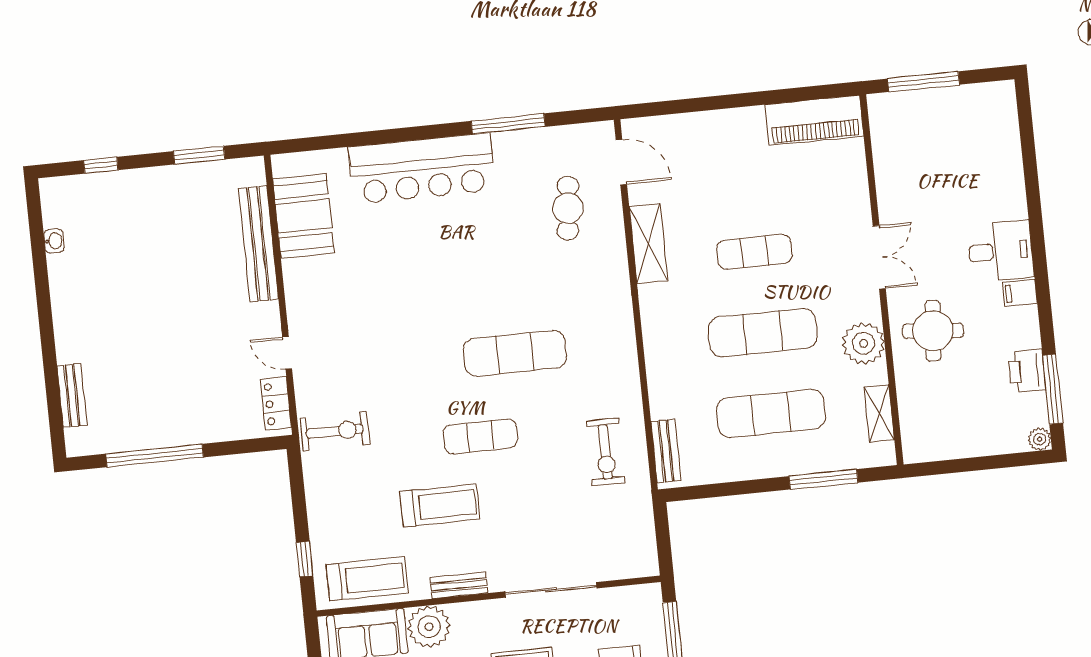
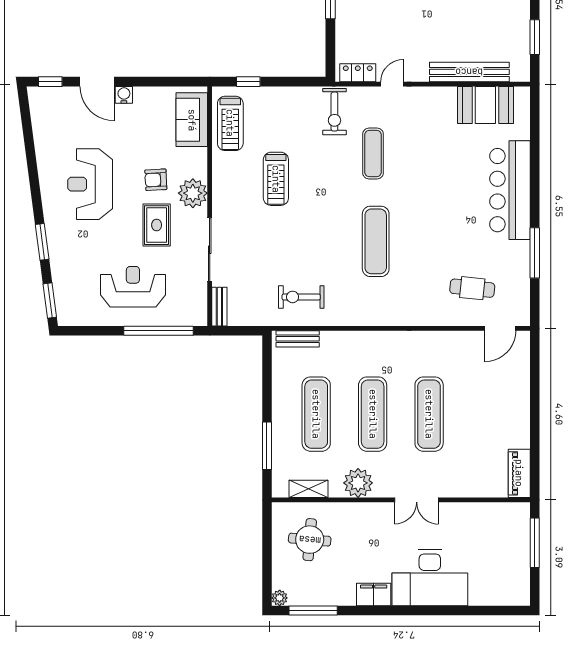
piano: (814, 120) -> (519, 473), width x0.73, depth x0.75
shelving: (648, 243) -> (442, 341), removed
desk: (1000, 251) -> (430, 578), width x1.87, depth x1.30
exercise mat: (755, 252) -> (429, 414), width x1.36, depth x1.45
filing cabinet: (1020, 293) -> (374, 594), width x2.00
round table: (933, 331) -> (310, 540), moved
printer: (1027, 371) -> (328, 594), removed
exercise mat: (480, 436) -> (373, 154), moved
bench: (459, 585) -> (219, 307), moved
plant: (429, 627) -> (193, 193), moved

